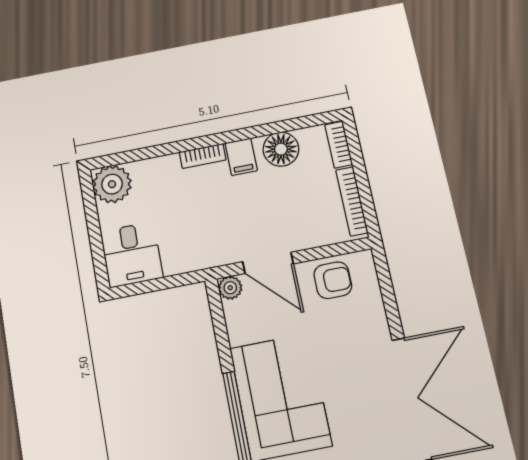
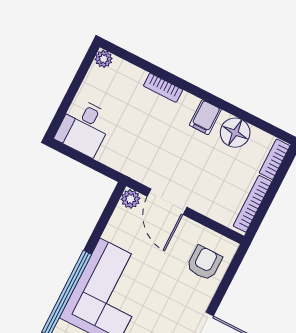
bookcase: (203, 156) -> (163, 88), moved
plant: (112, 184) -> (104, 59), width x0.53, depth x0.53
armchair: (333, 280) -> (204, 263), moved, turned -90

